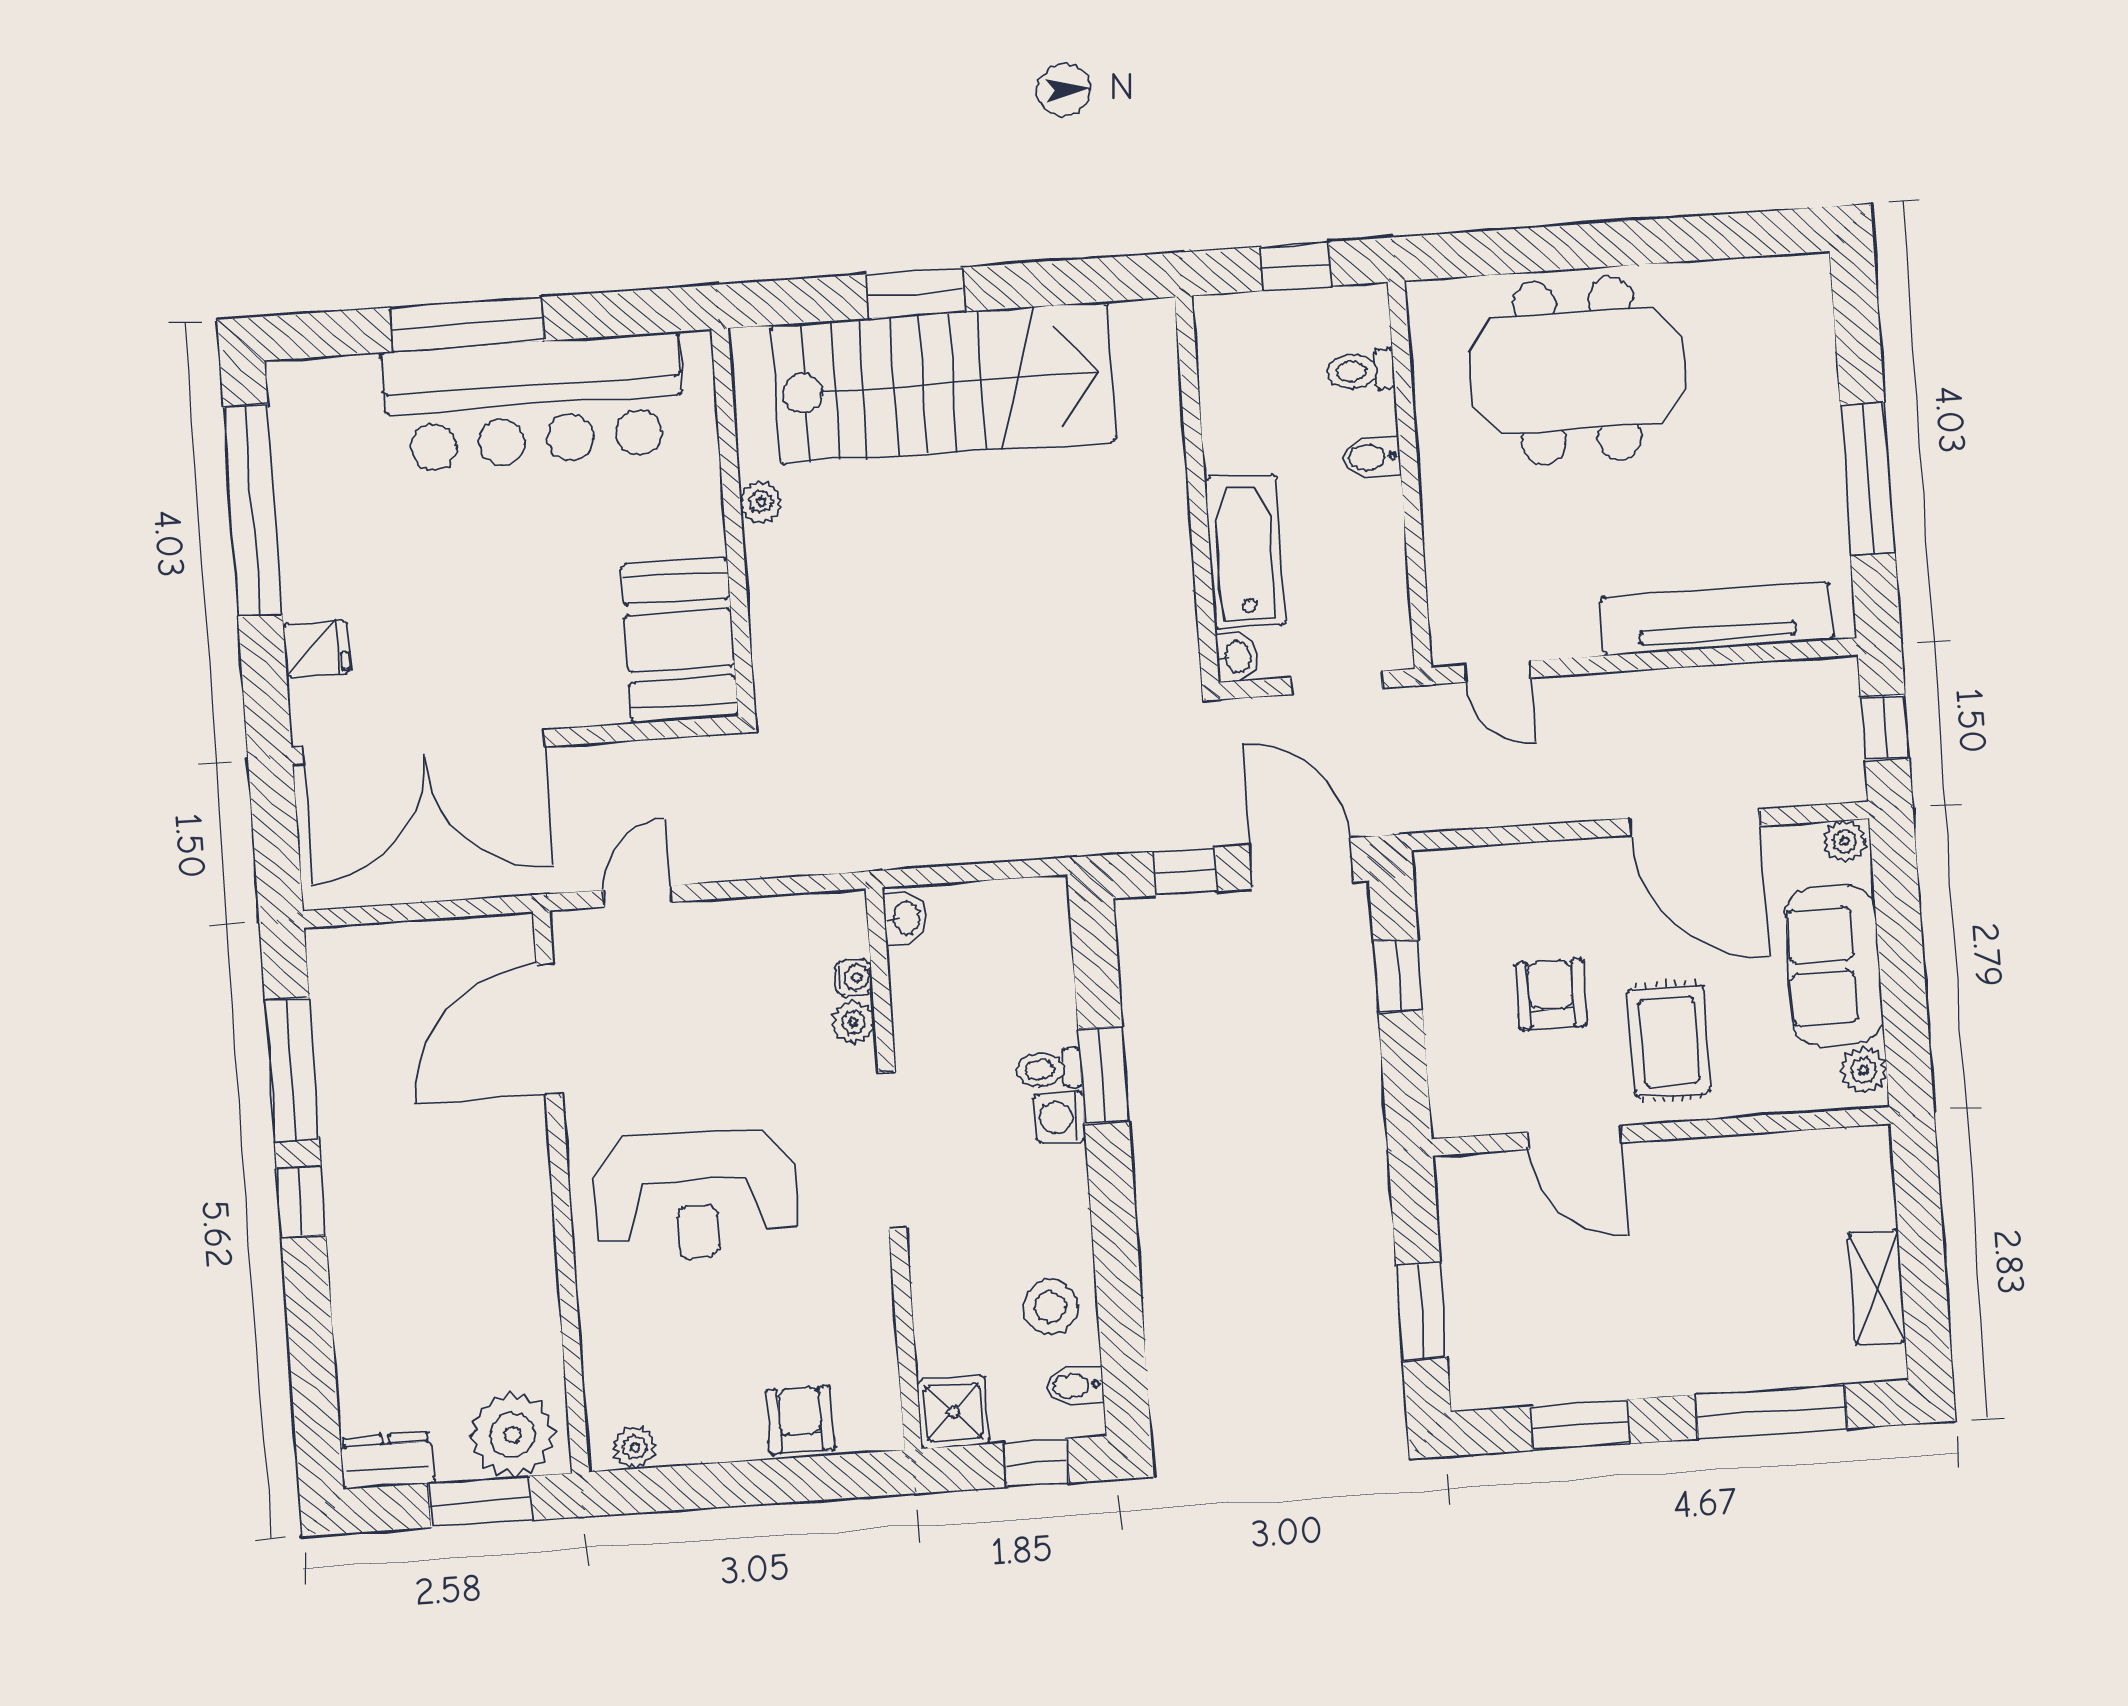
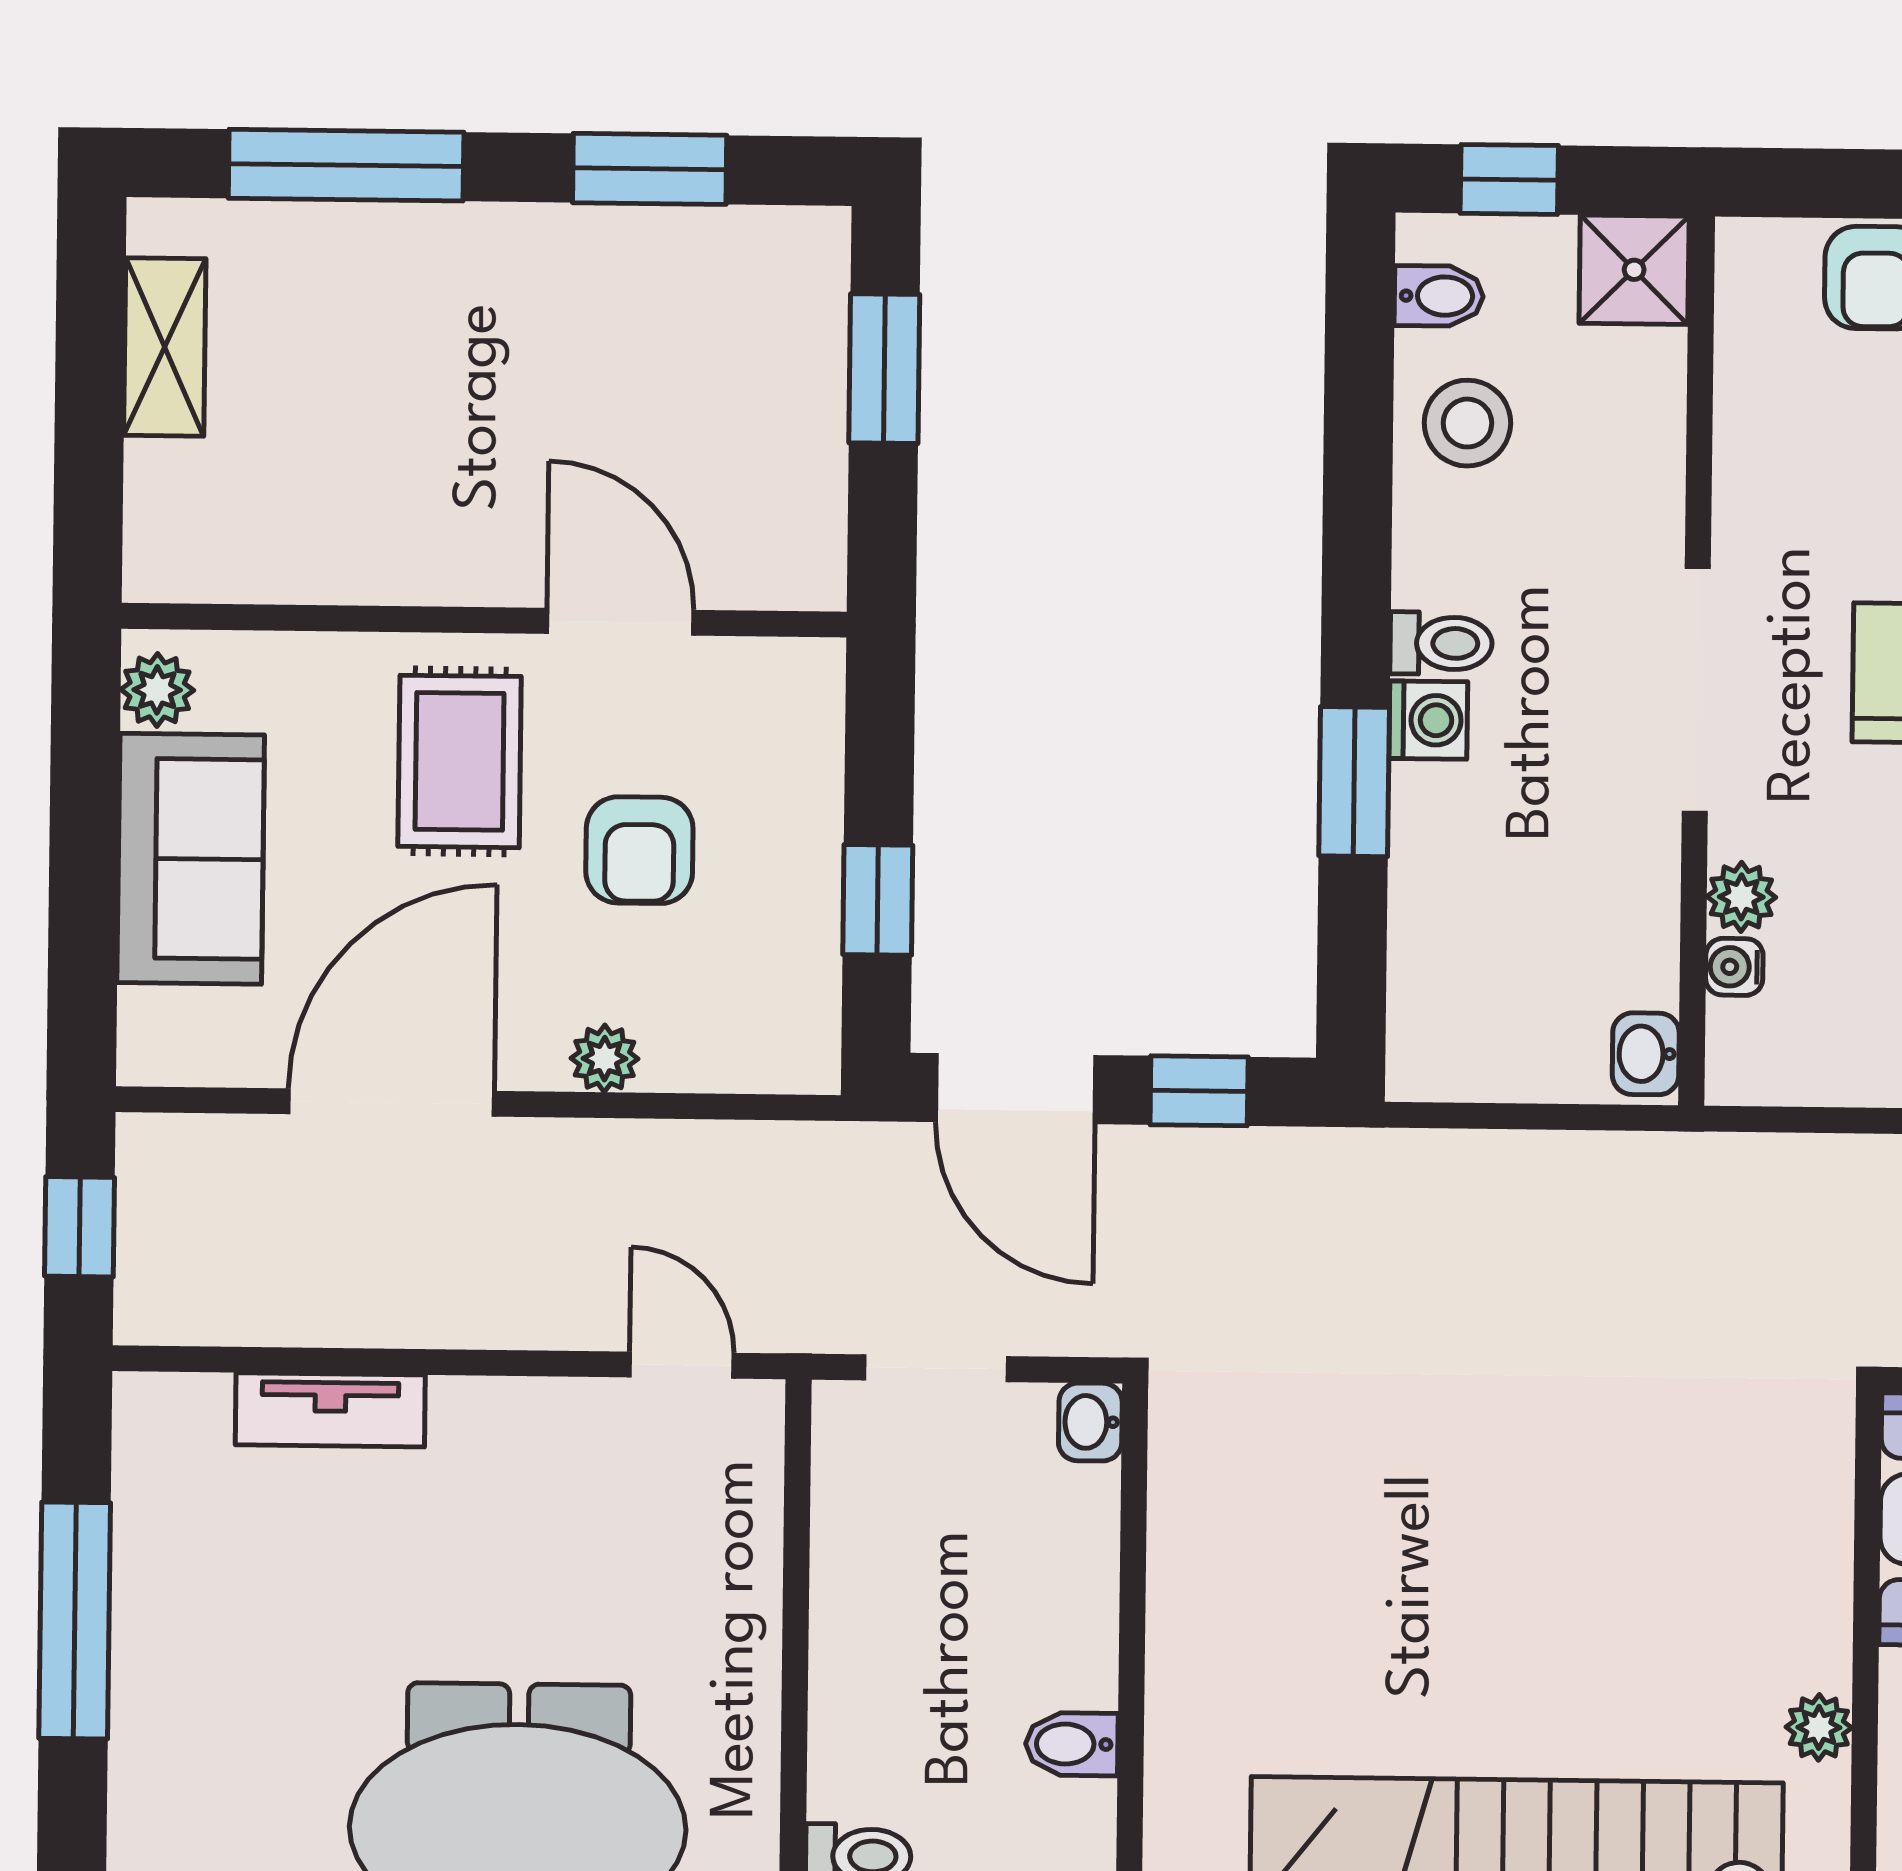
bidet: (1371, 457) -> (1072, 1744), moved, turned 180
bathtub: (1245, 551) -> (1064, 1587), removed
tv unit: (1717, 619) -> (330, 1410), width x0.52, depth x0.78
door: (1695, 822) -> (391, 1103), hinge flipped
plant: (1844, 841) -> (605, 1059), moved
toilet: (1049, 1069) -> (1441, 643), moved

